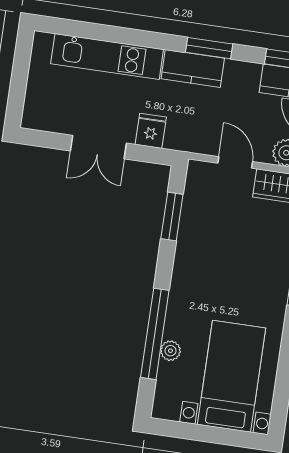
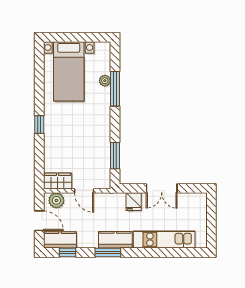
double door: (98, 147) -> (162, 188), swing flipped
window: (155, 334) -> (115, 89), width x0.68

